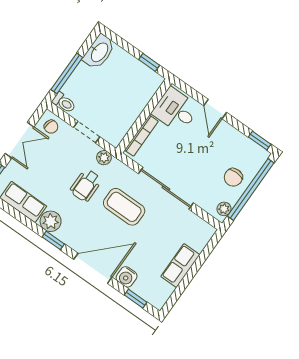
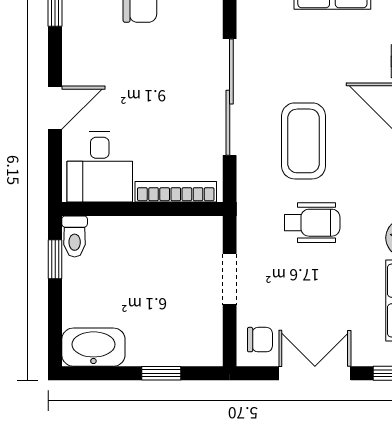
window: (67, 73) -> (161, 373), width x0.46
toilet: (64, 103) -> (75, 236), moved, turned 180
chair: (51, 127) -> (260, 340), turned 75
plant: (104, 158) -> (250, 225), removed

